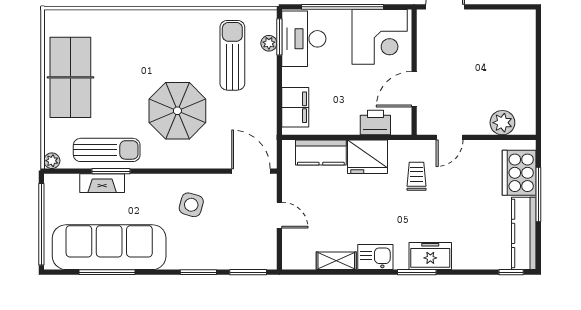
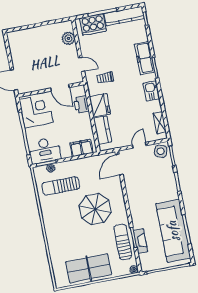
side table: (191, 205) -> (161, 151), moved
freezer: (430, 256) -> (144, 58), width x1.40
shelving: (336, 261) -> (160, 123), moved

